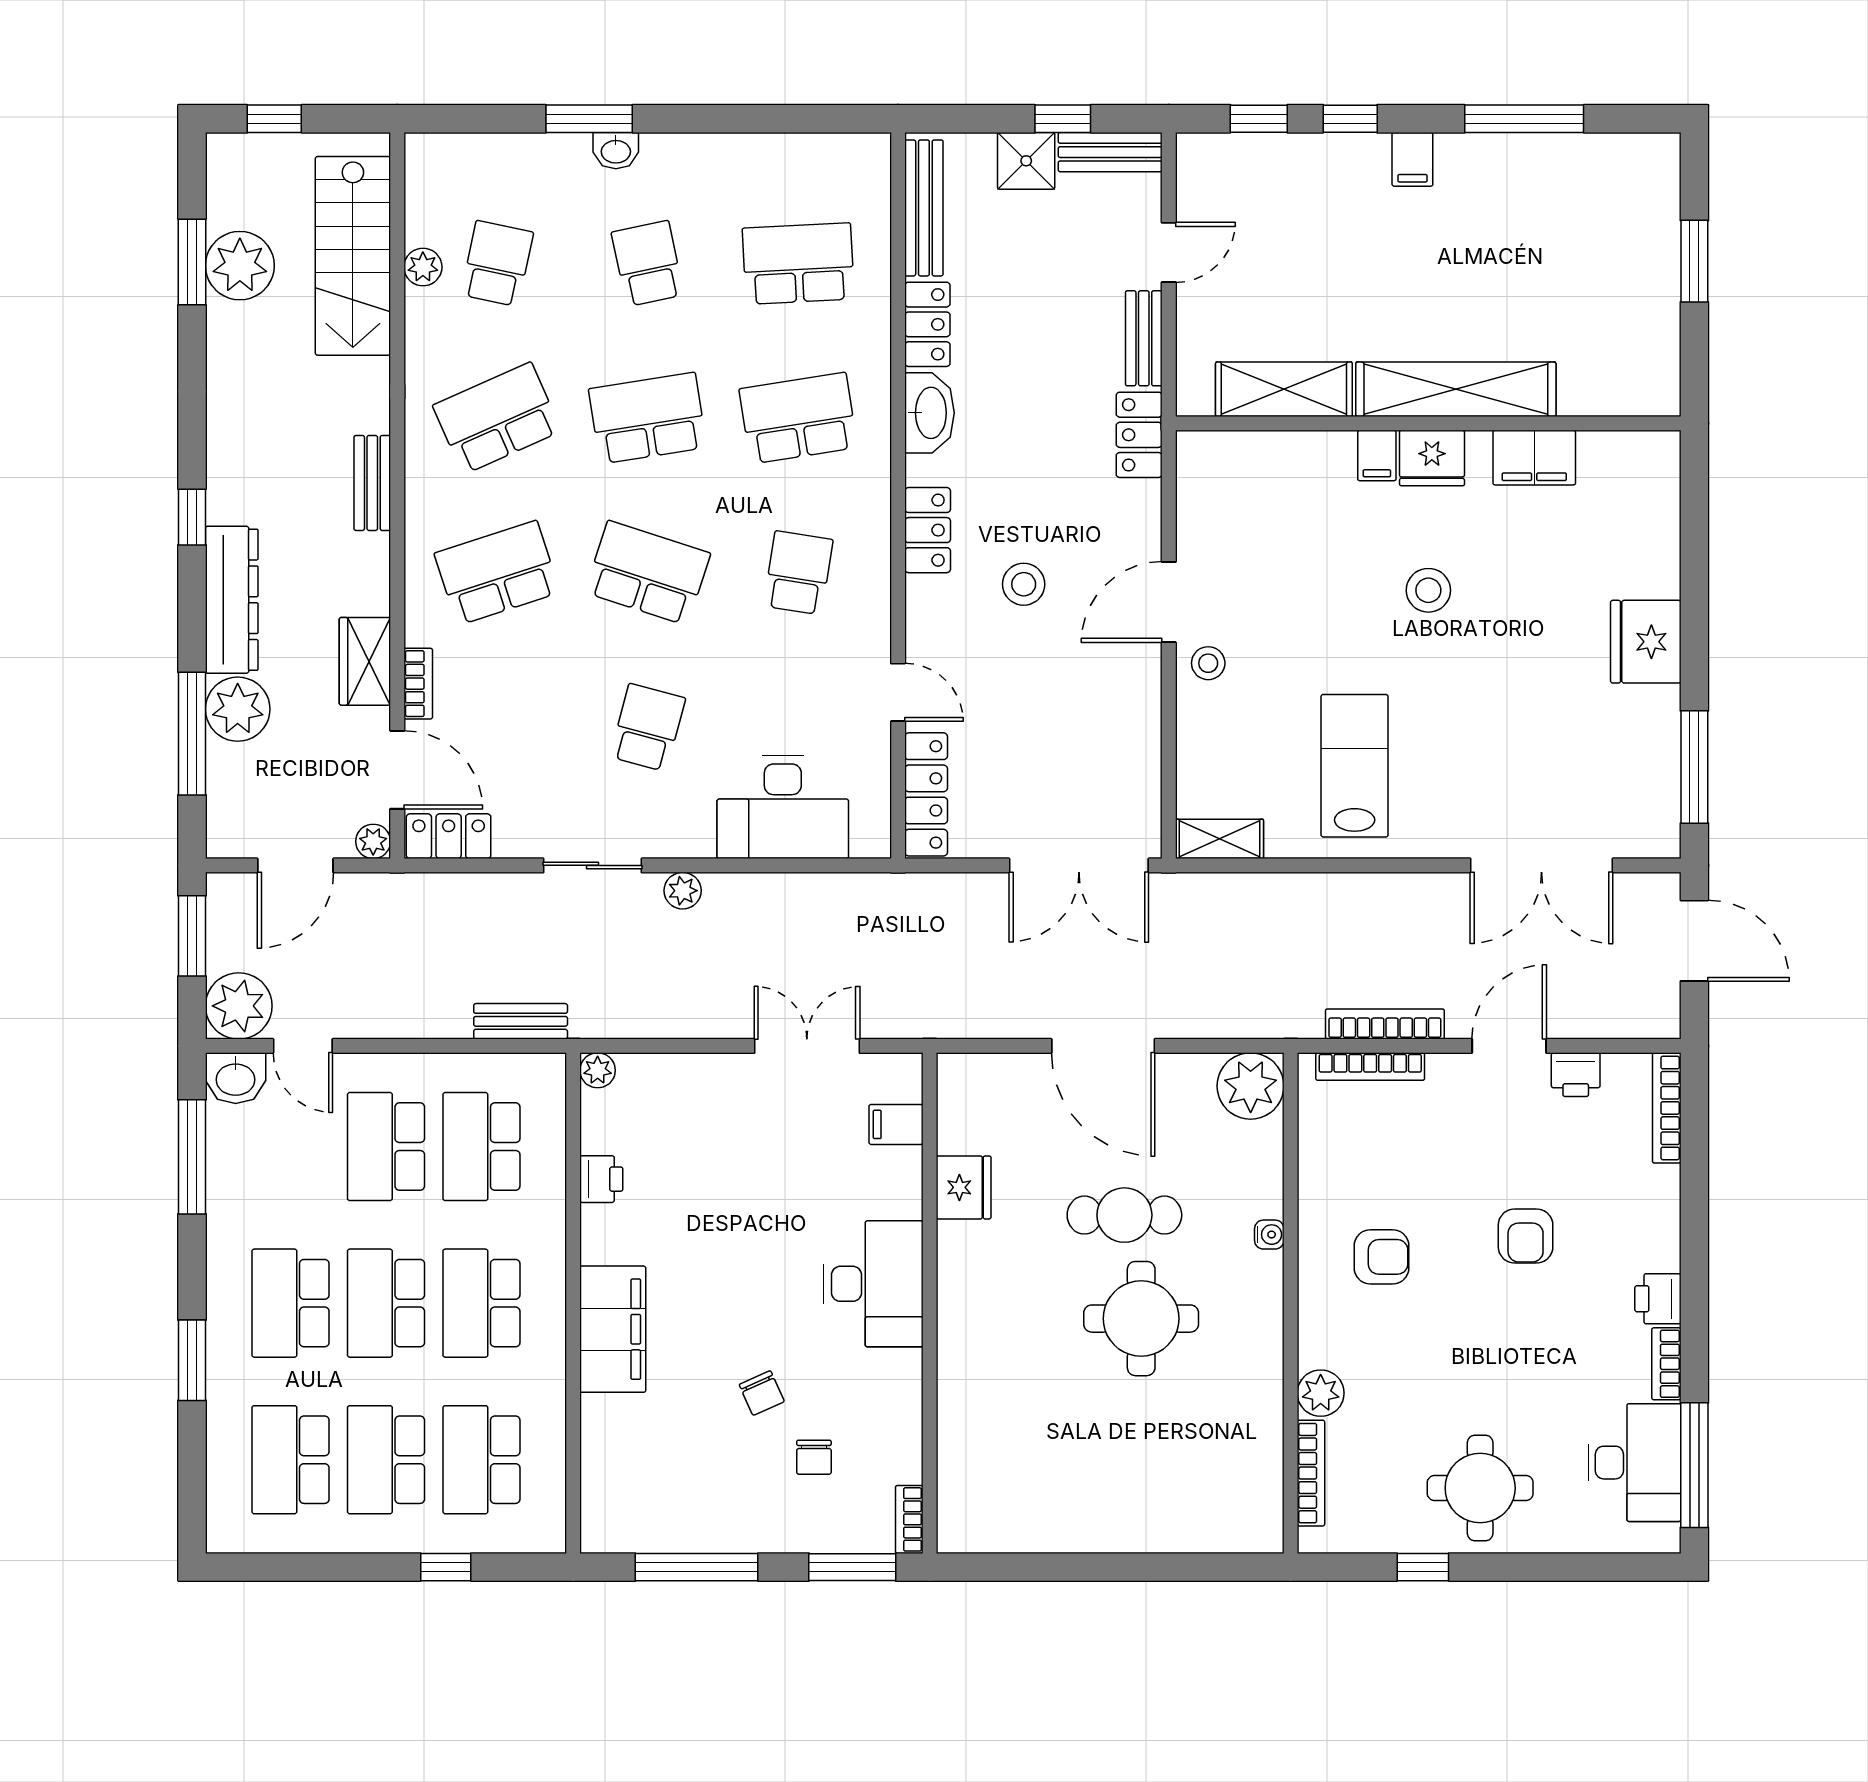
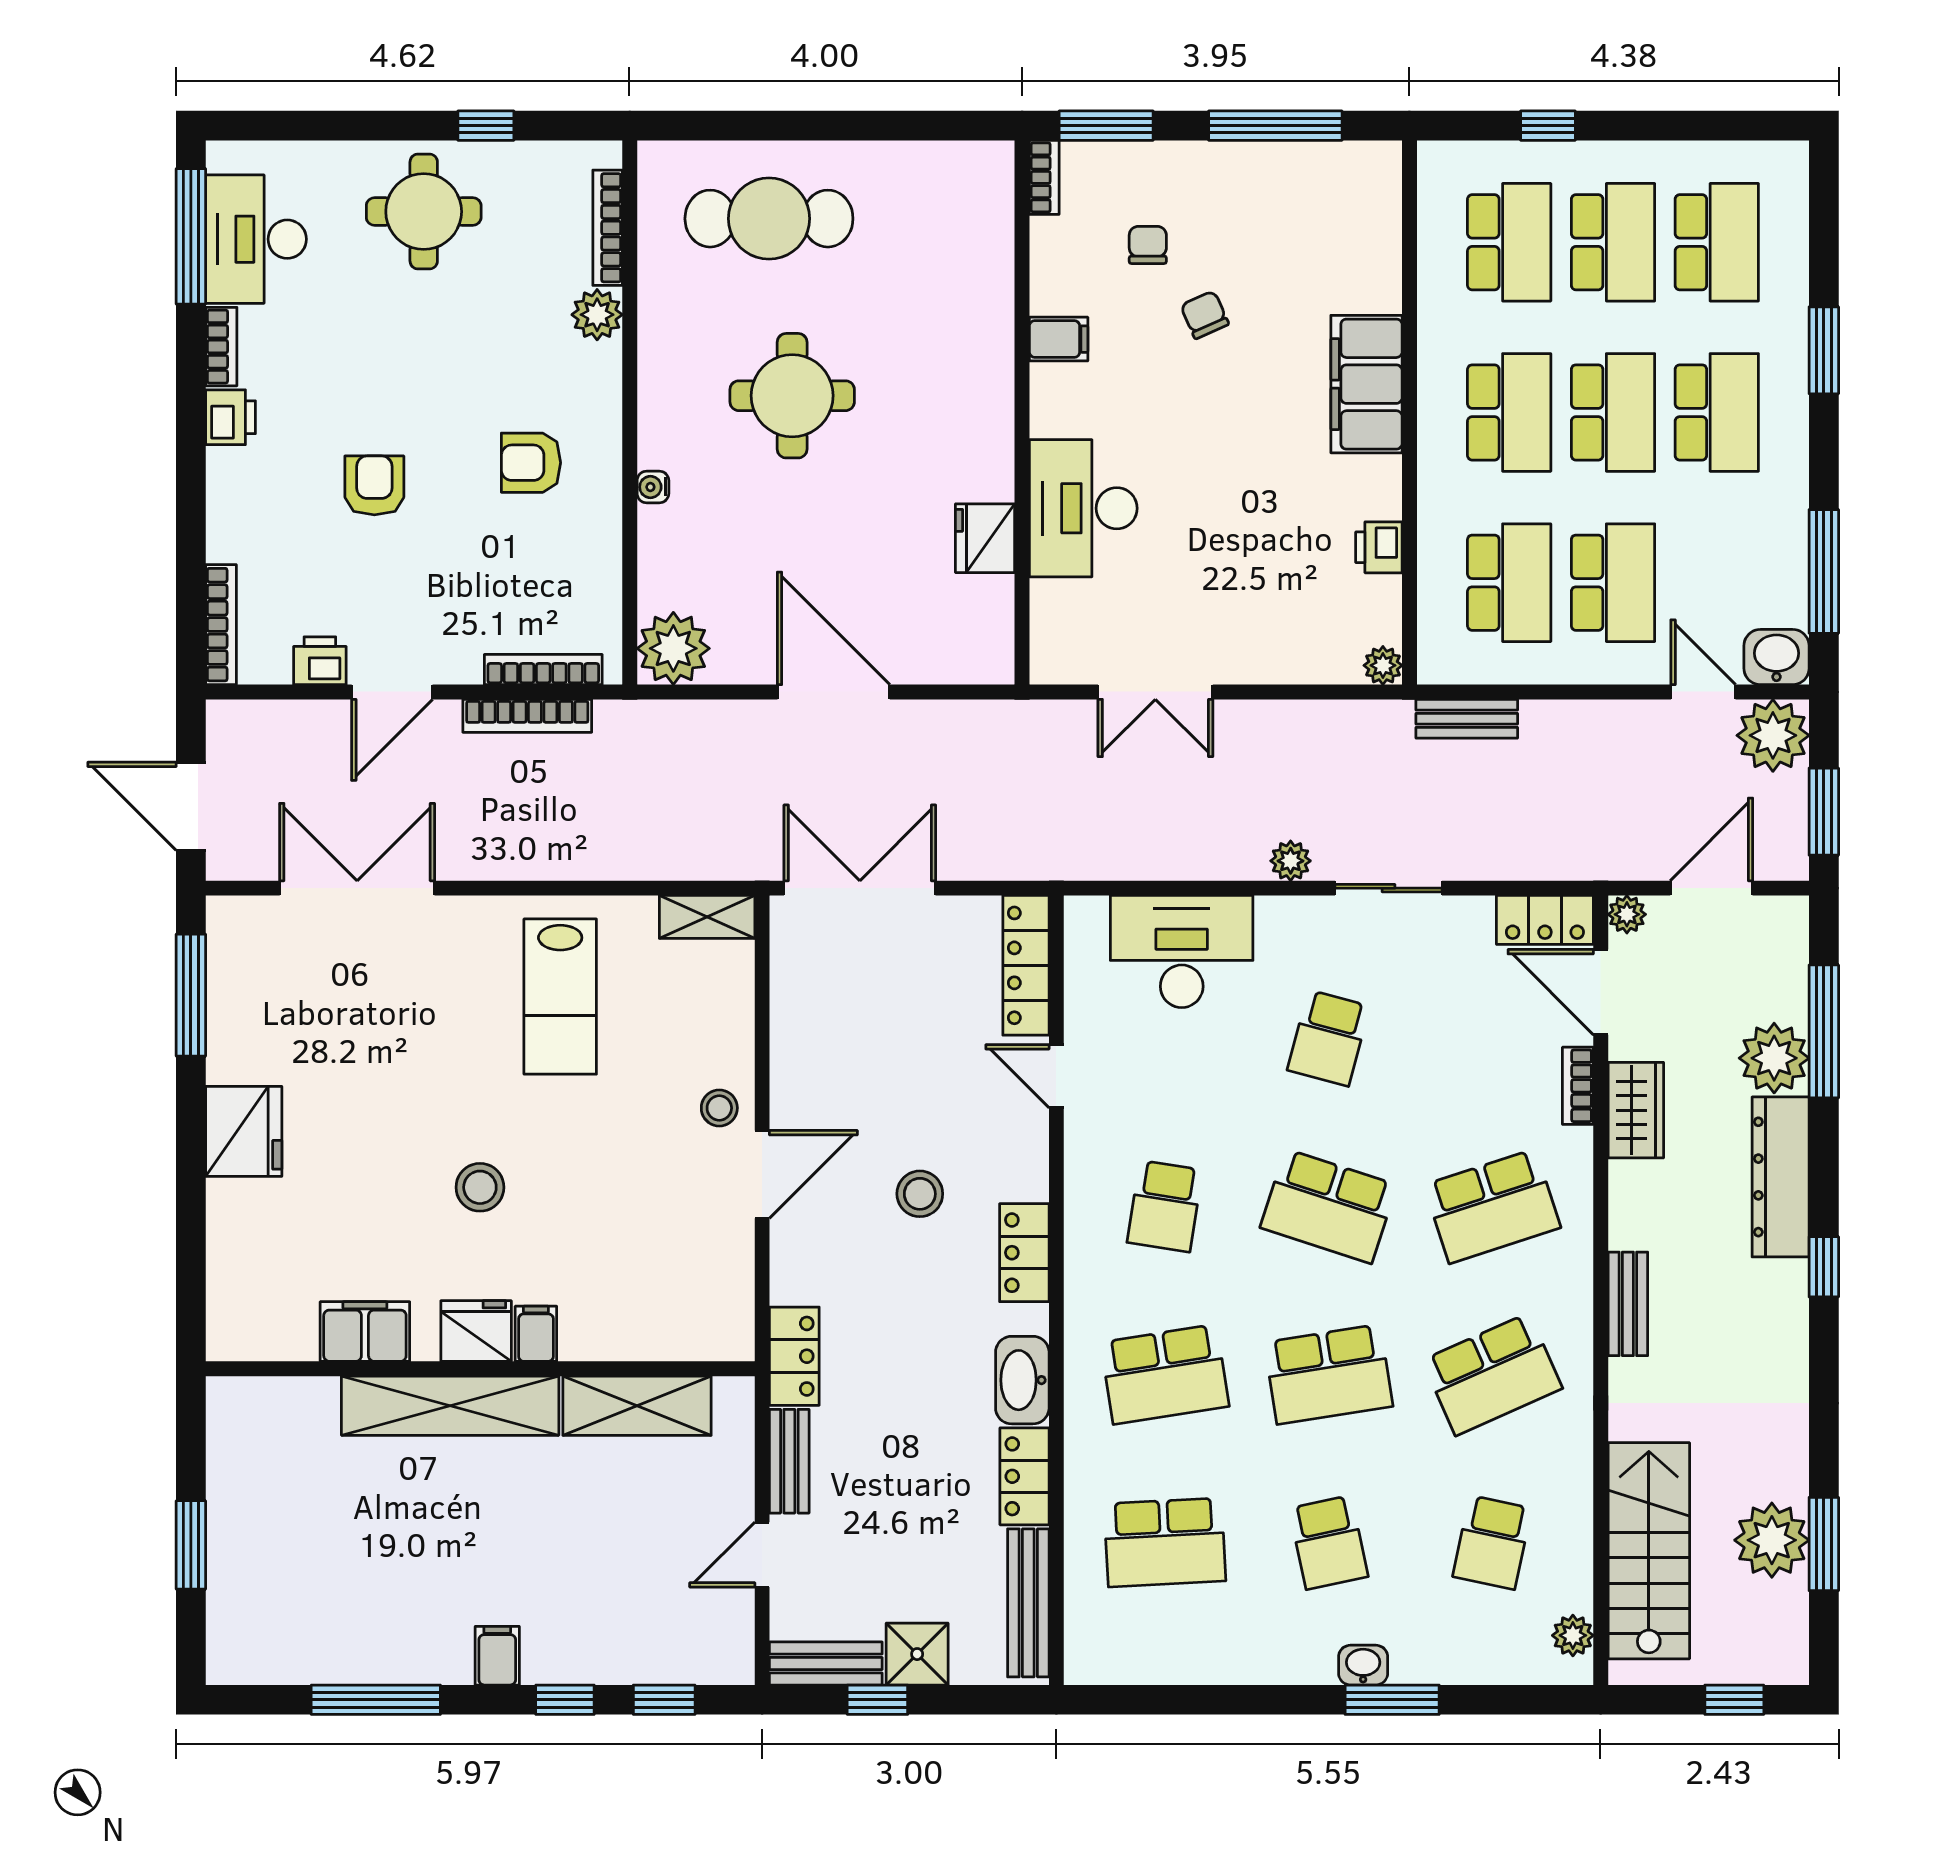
plant: (423, 267) -> (1573, 1635), moved
filing cabinet: (896, 1124) -> (1059, 339), moved
cafe table: (1124, 1215) -> (769, 219), moved, width x1.37, depth x1.35
desk: (873, 1284) -> (1083, 508), moved

